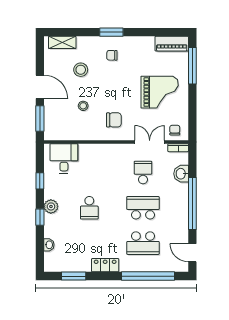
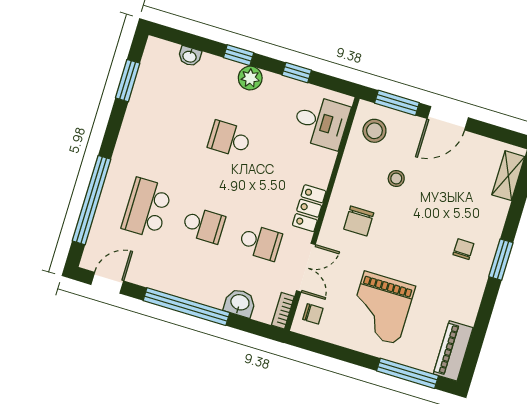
stool: (81, 70) -> (374, 131), moved
school desk: (143, 208) -> (204, 225), width x0.54
locker: (105, 265) -> (309, 208), moved, turned 180

